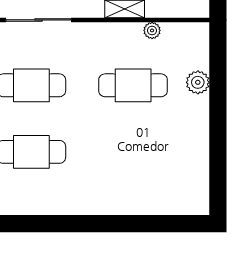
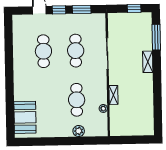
booth: (167, 193) -> (25, 117), added

